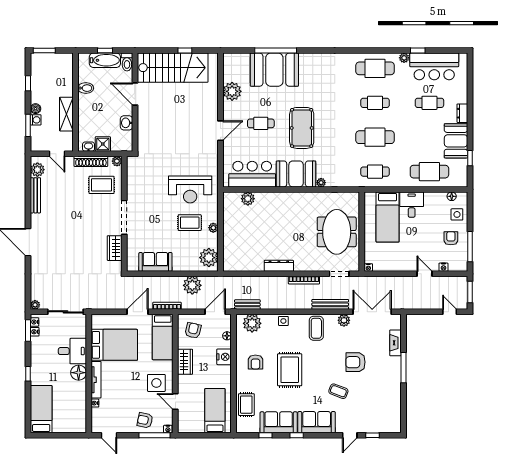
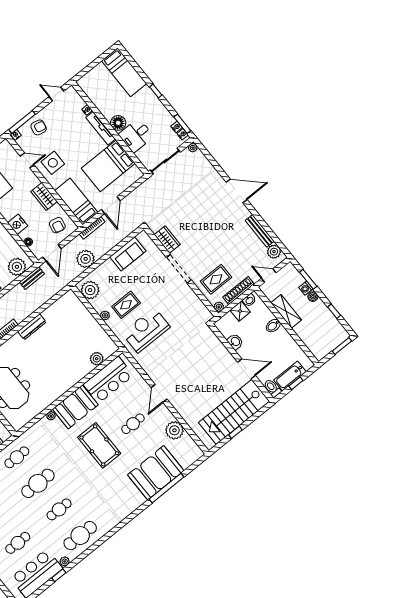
bidet: (86, 88) -> (273, 326), moved

